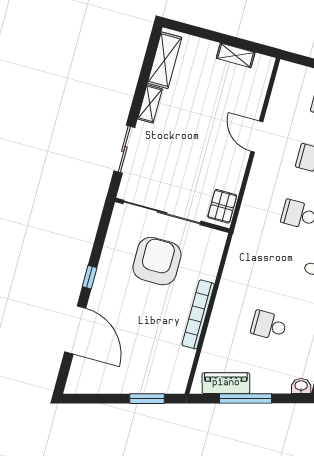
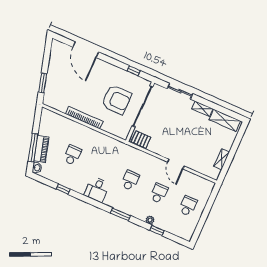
door: (257, 137) -> (176, 164), swing flipped
window: (90, 277) -> (134, 71), moved
door: (75, 330) -> (86, 50), hinge flipped
piano: (226, 383) -> (41, 149), moved
window: (246, 398) -> (33, 148), moved

